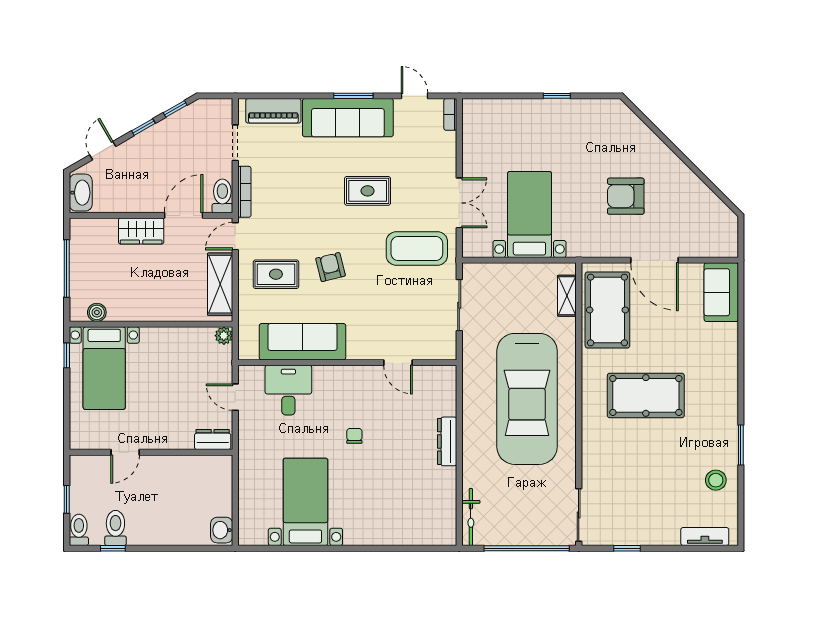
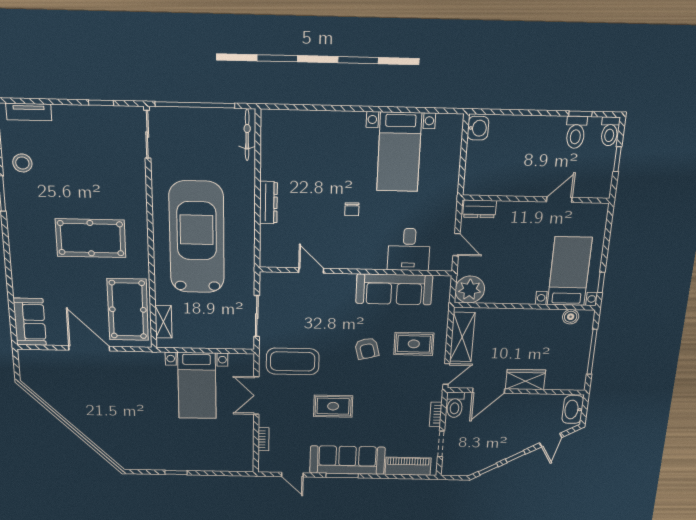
bookcase: (450, 114) -> (263, 439), moved
bookcase: (244, 192) -> (436, 414), width x0.64
armchair: (626, 196) -> (116, 398), removed
plant: (224, 336) -> (470, 290), width x1.88, depth x1.88

